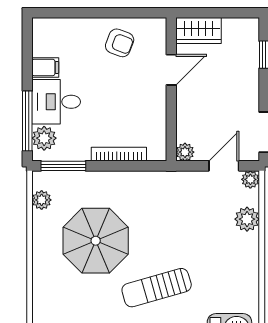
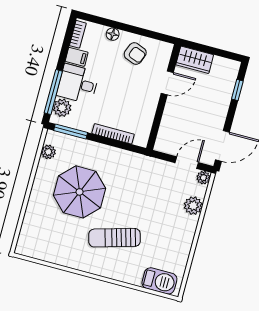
floor lamp: (84, 26) -> (113, 34), added
bookcase: (39, 38) -> (78, 34), added
plant: (185, 152) -> (161, 145), removed

